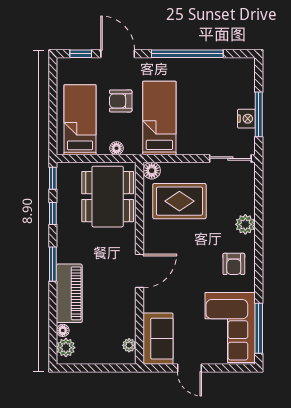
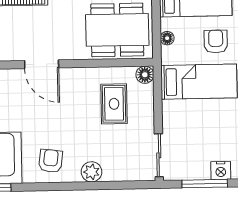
nightstand: (246, 119) -> (221, 171), moved
rug: (179, 201) -> (114, 104), width x0.73, depth x0.70
armchair: (234, 264) -> (51, 161), turned 97

